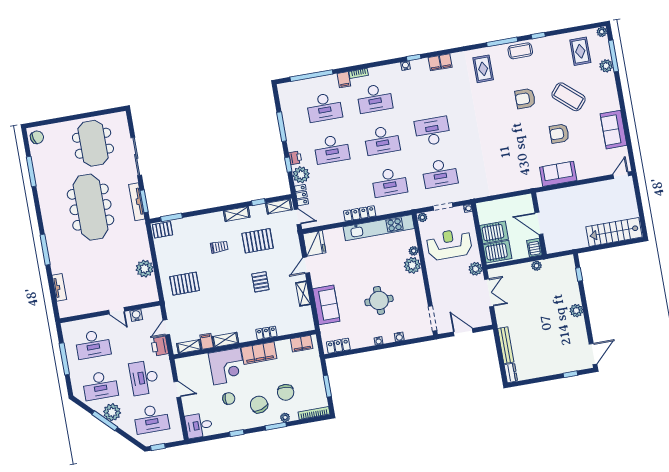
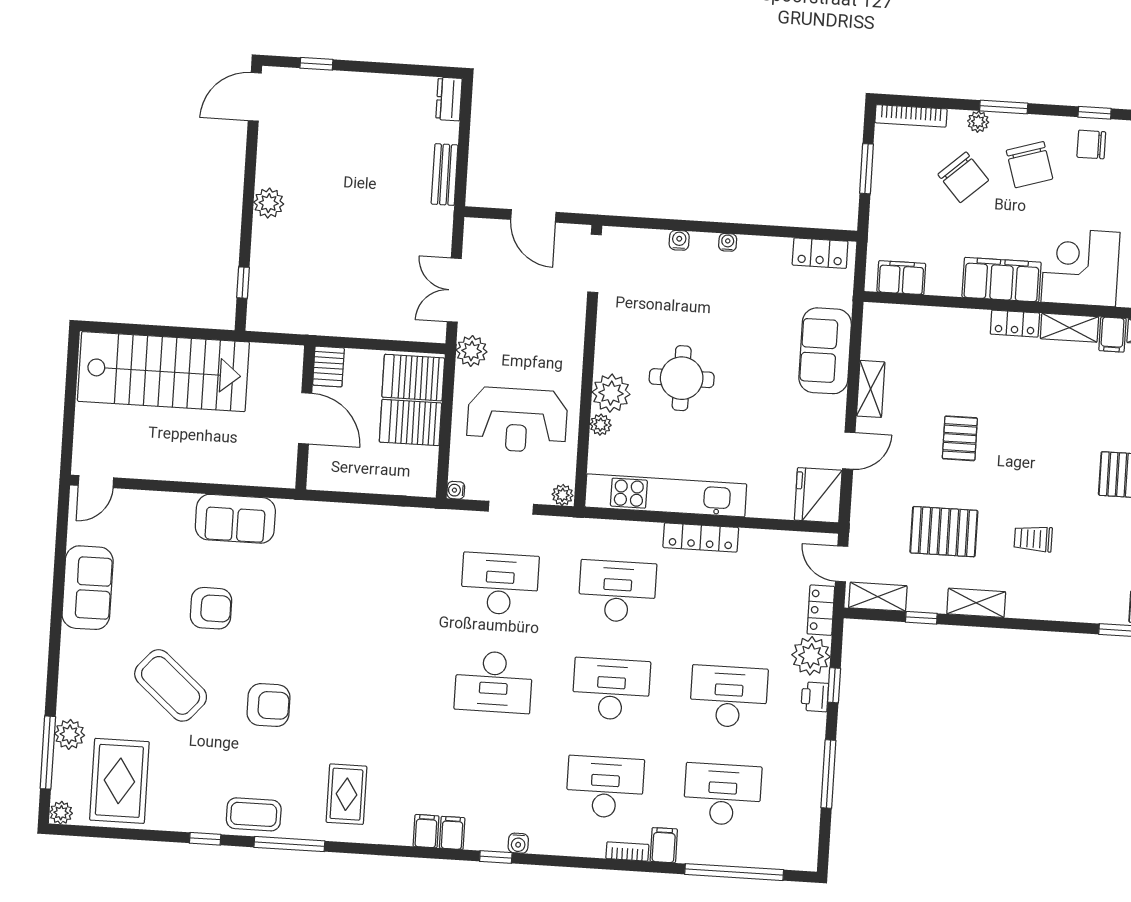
rug: (580, 51) -> (119, 781), width x1.36, depth x1.43
stairs: (614, 232) -> (163, 372), width x1.36, depth x1.51
plant: (536, 266) -> (334, 325), removed
round table: (379, 300) -> (682, 378), moved
locker: (266, 333) -> (1015, 324), moved
bench: (506, 345) -> (445, 175), width x0.73
chair: (286, 392) -> (963, 177), turned 133
chair: (229, 399) -> (1091, 144), moved

